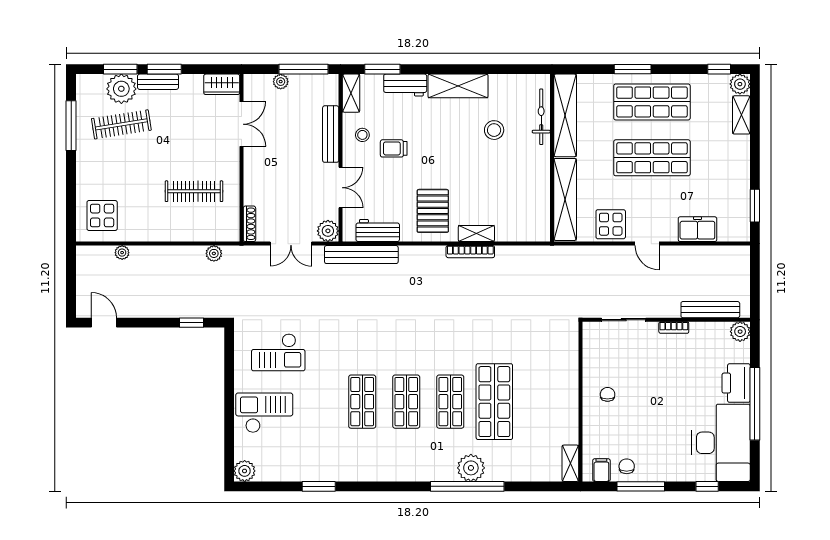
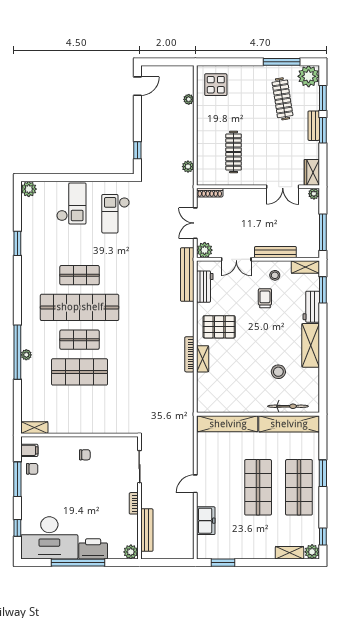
plant: (281, 82) -> (314, 194), moved
plant: (121, 89) -> (309, 76), moved
display table: (611, 224) -> (209, 457), removed
shop shelf: (406, 402) -> (80, 307), width x2.00, depth x1.36
plant: (471, 468) -> (26, 355), width x0.53, depth x0.53

